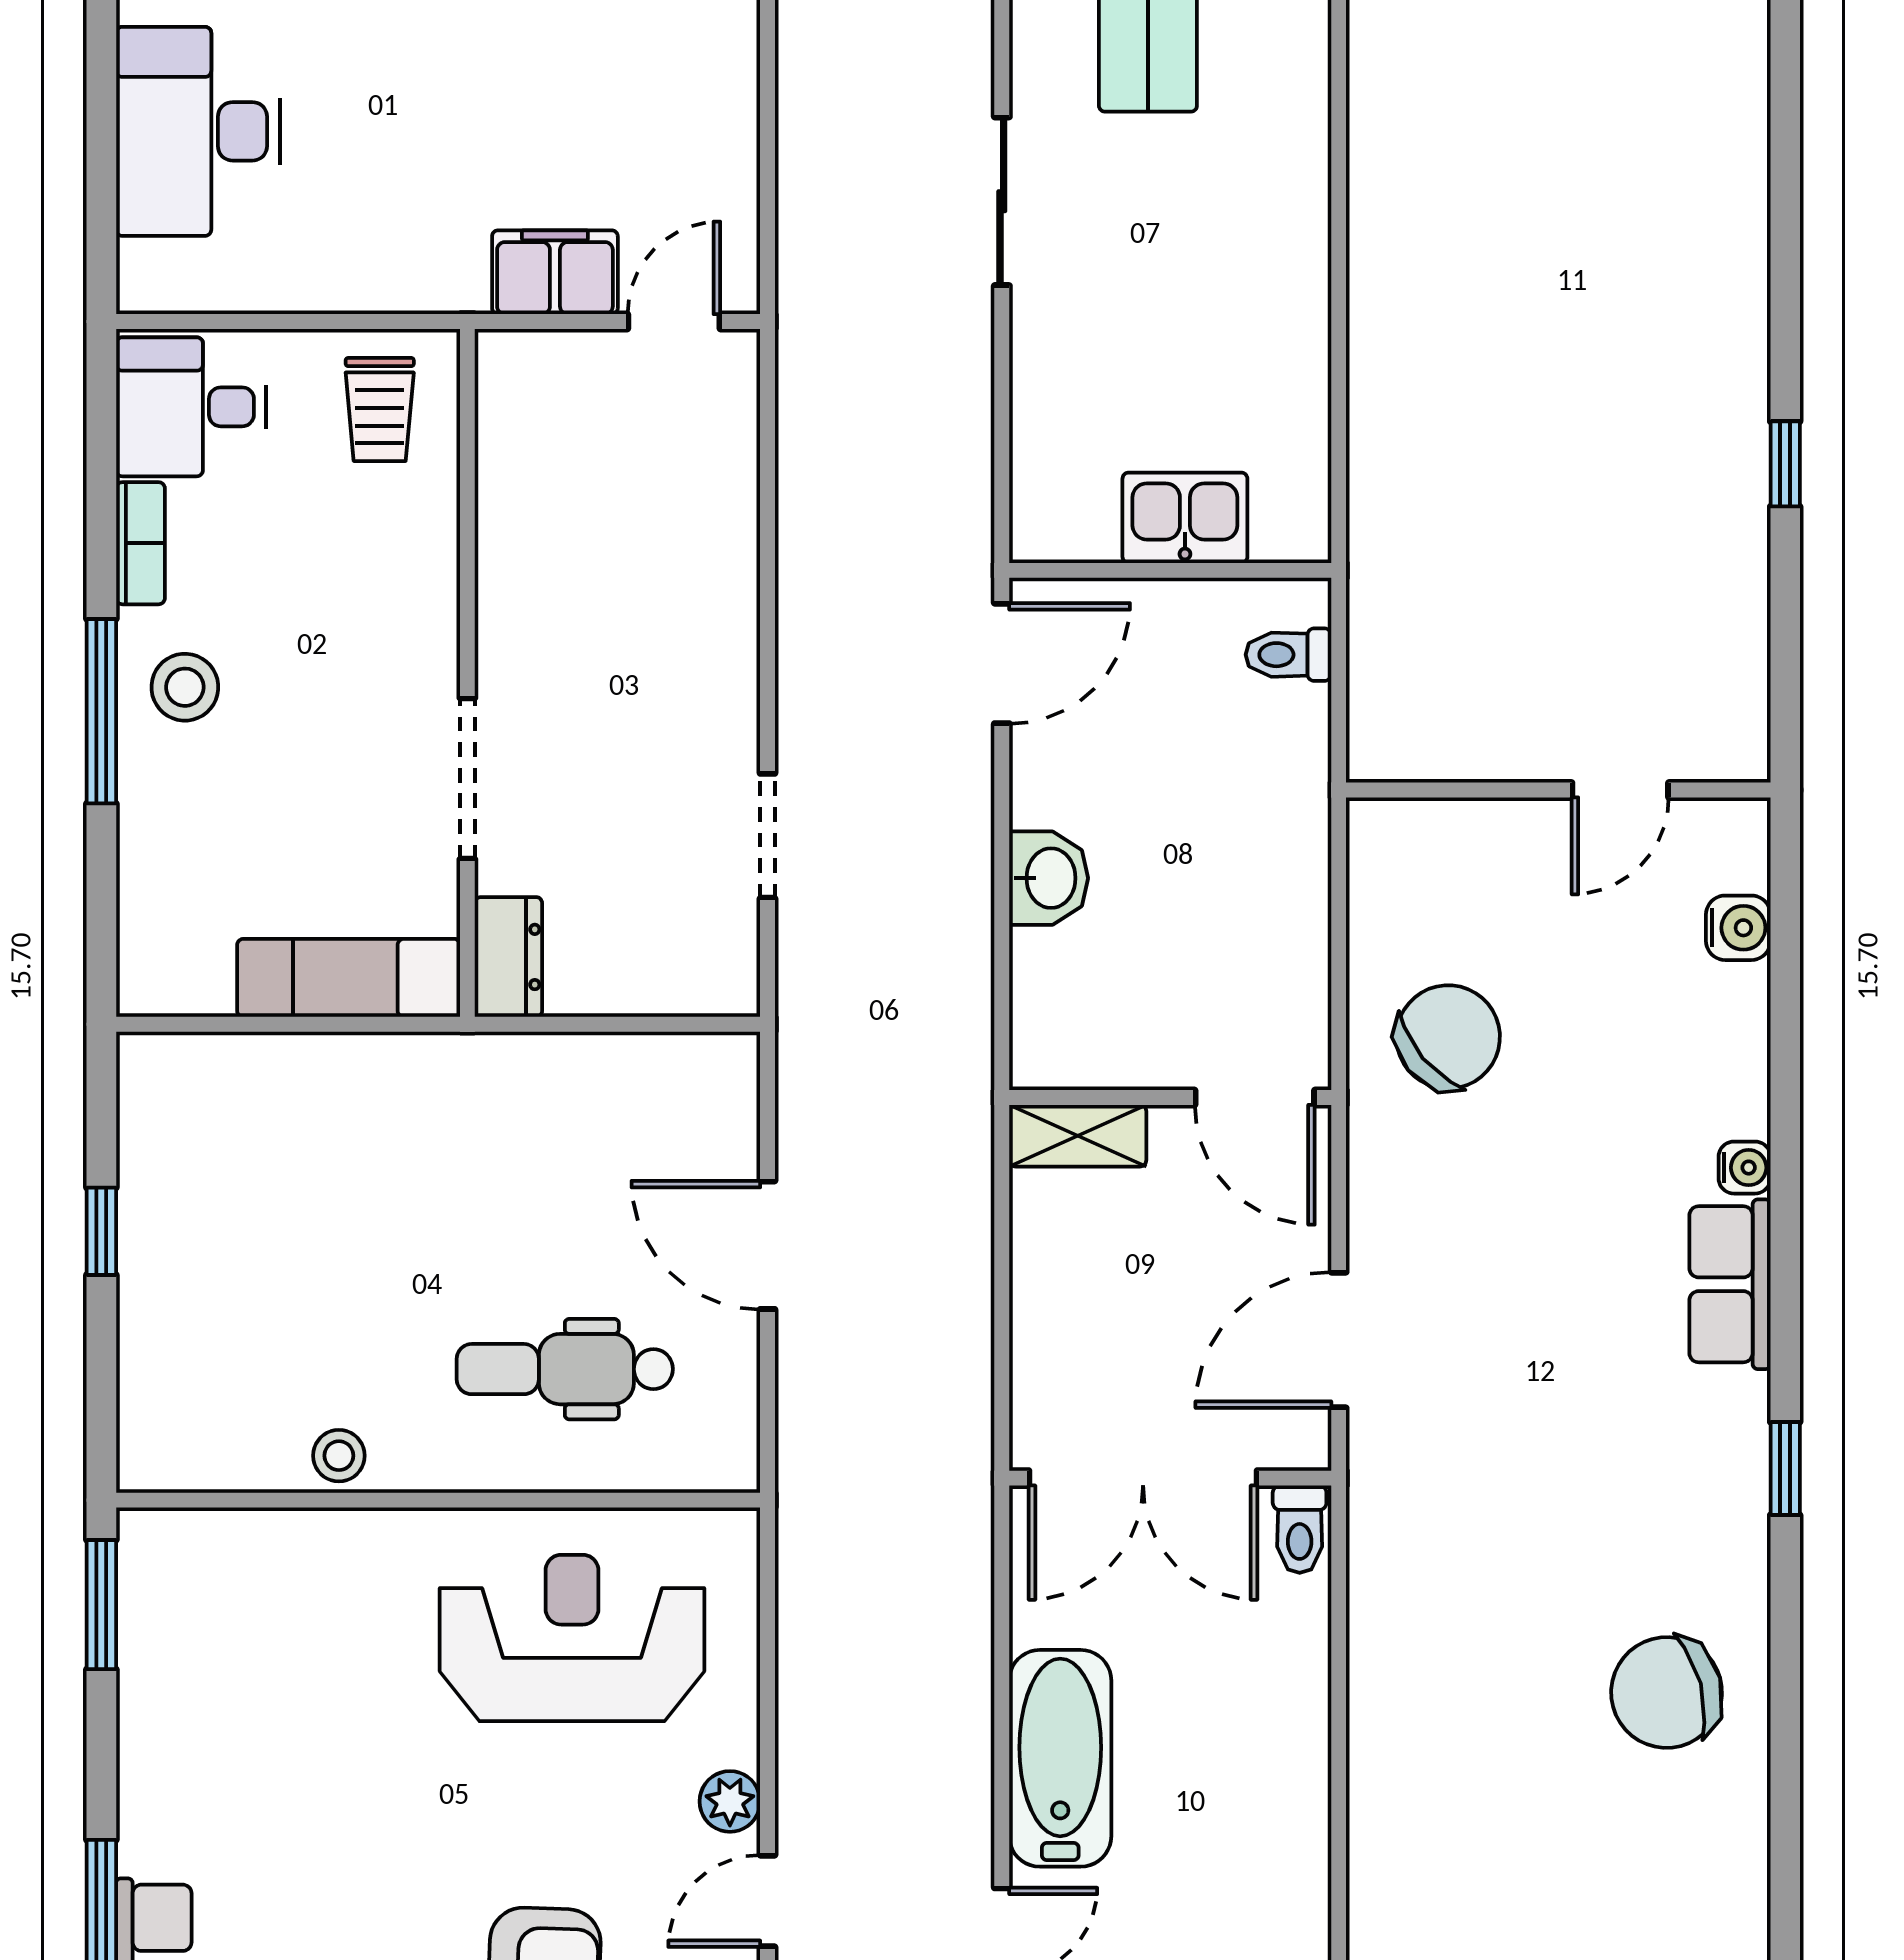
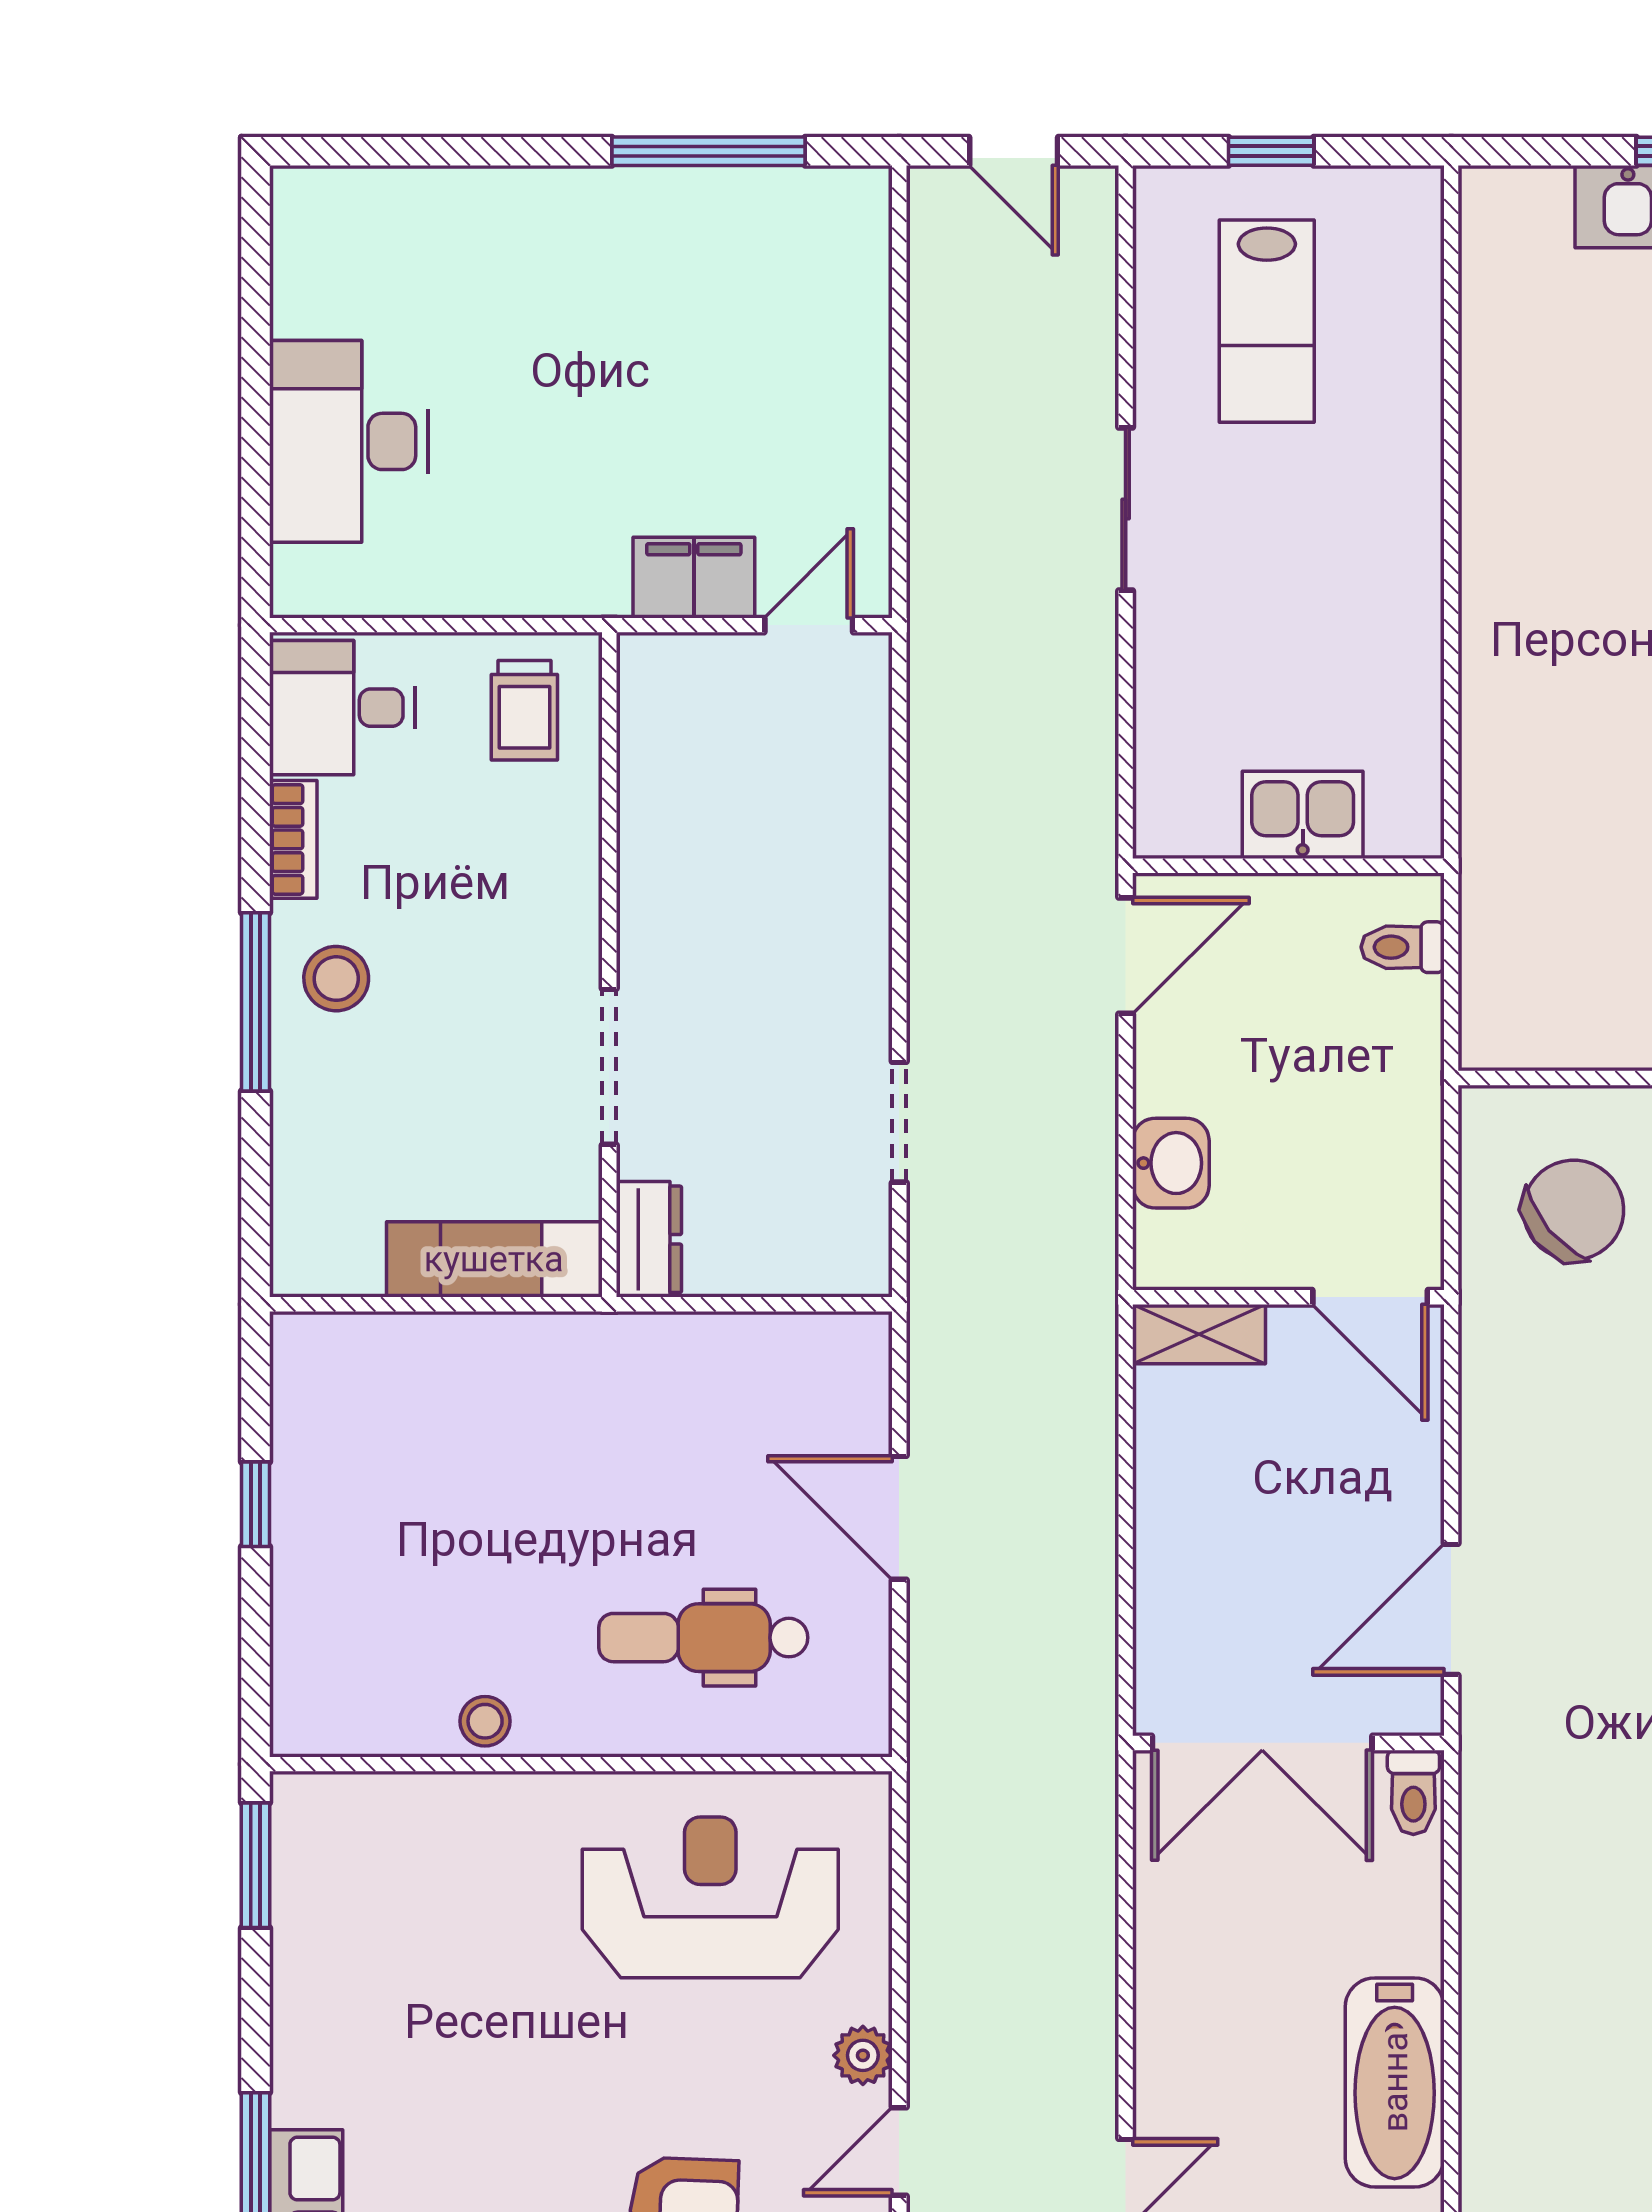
chair: (1448, 1037) -> (1574, 1210), moved
wall: (1170, 1097) -> (1288, 1297), moved
door: (1255, 1097) -> (1370, 1297), moved
shelving: (1078, 1136) -> (1199, 1334), moved
bathtub: (1060, 1758) -> (1395, 2082), moved, turned 180

